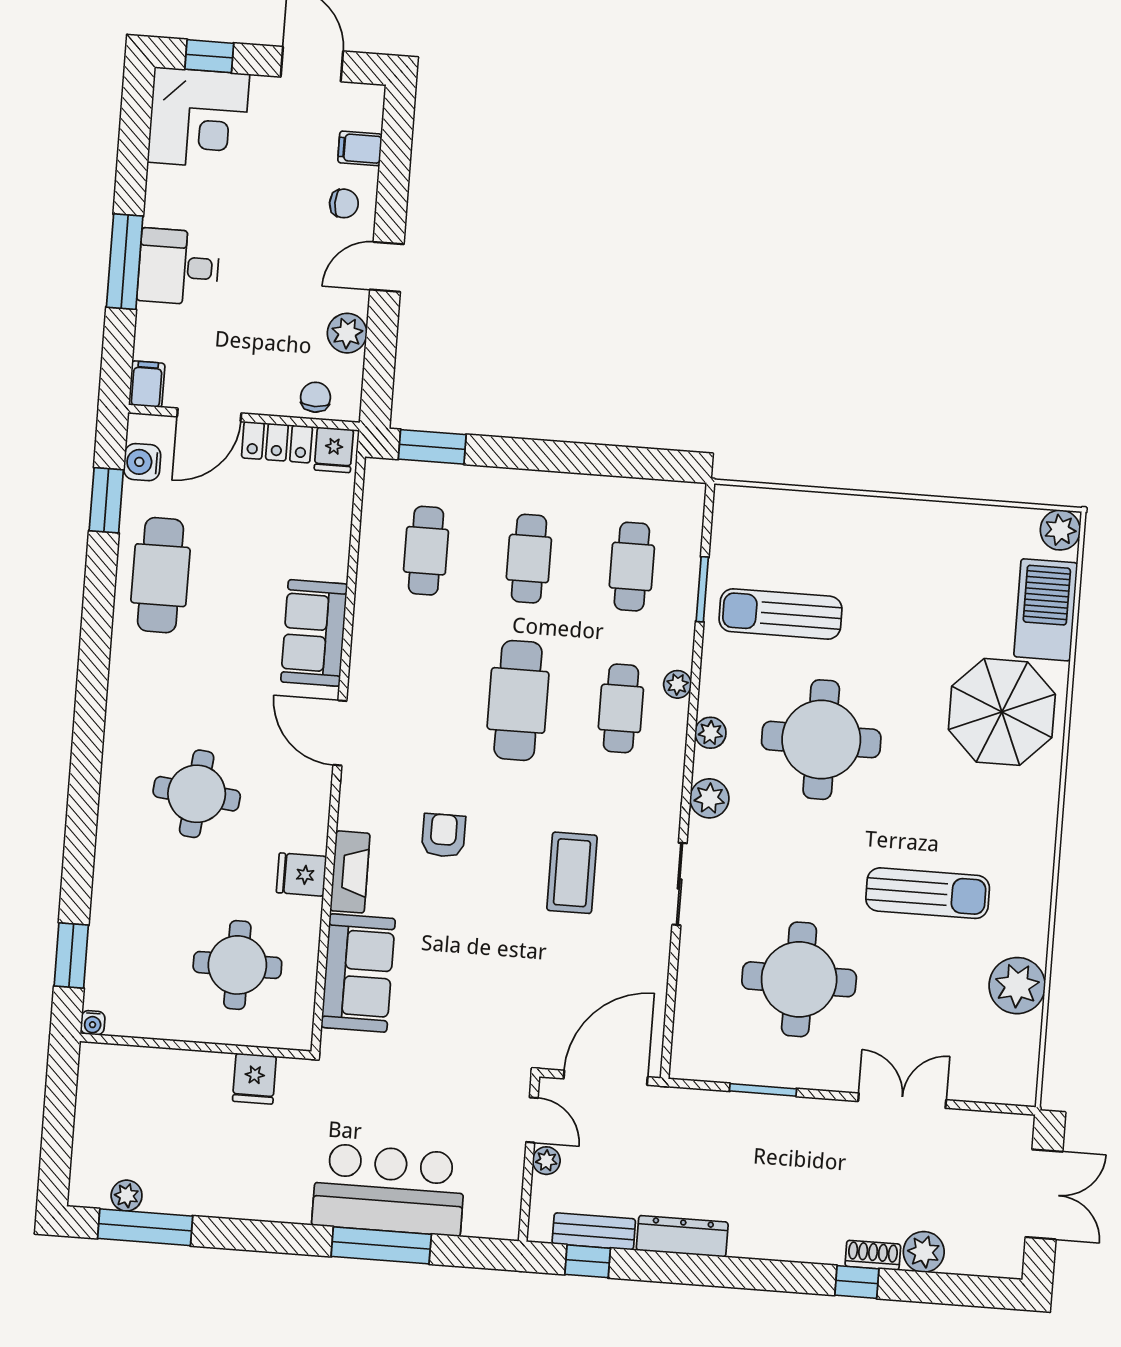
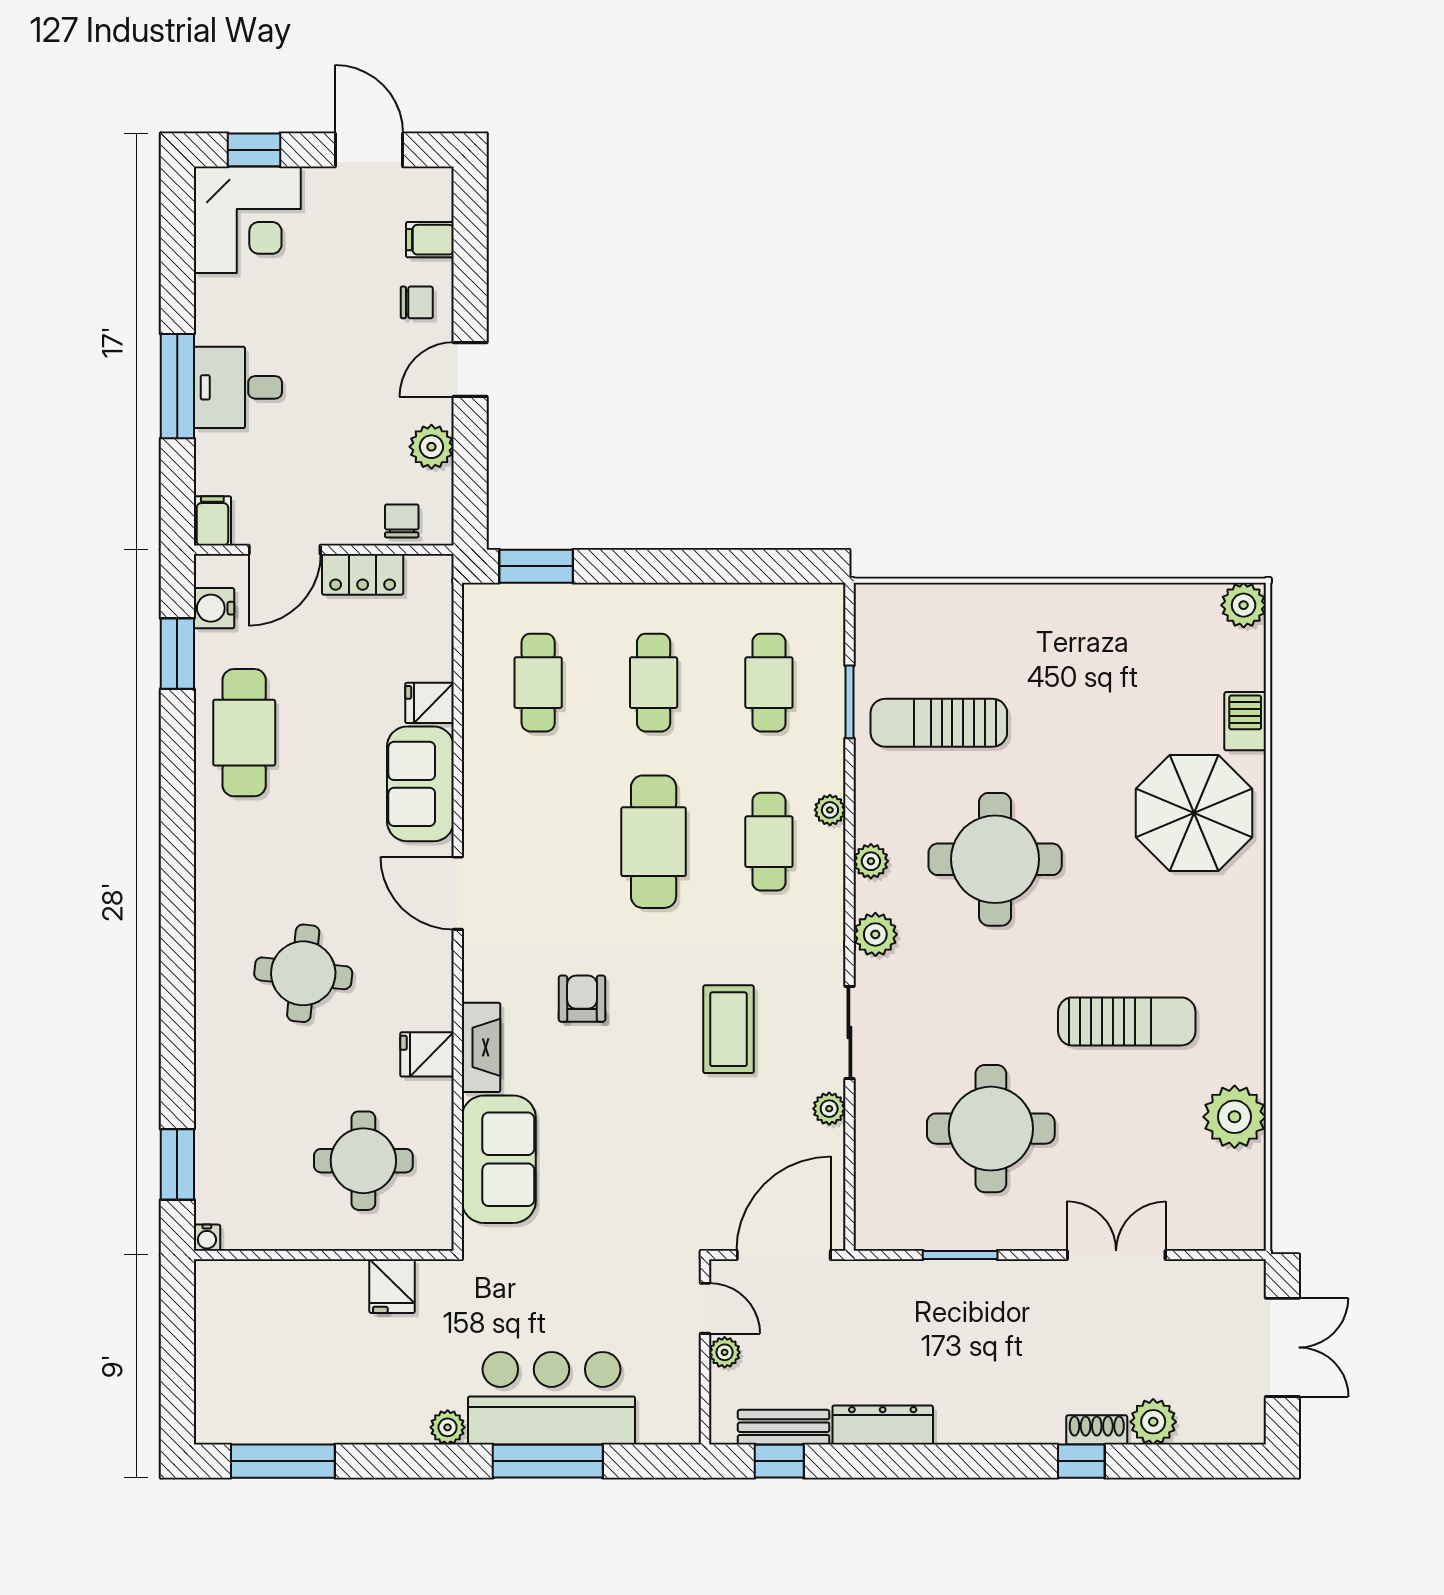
fridge: (334, 450) -> (429, 703), moved, turned 90
barbecue: (1046, 610) -> (1245, 721), width x0.53, depth x0.65
plant: (656, 950) -> (829, 1109), added
plant: (127, 1196) -> (448, 1427), moved

